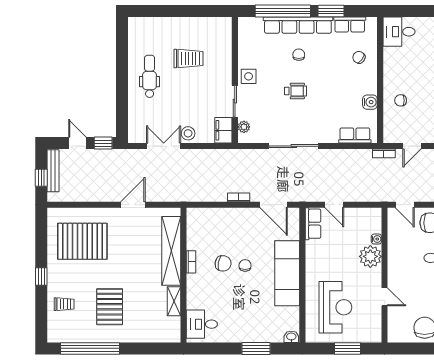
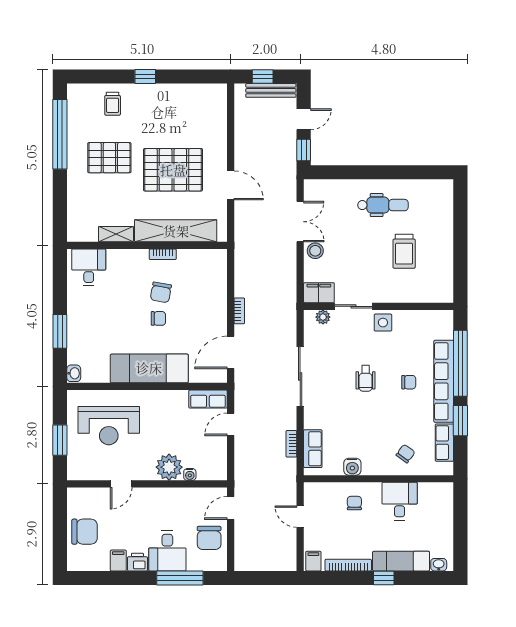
desk: (399, 32) -> (400, 501), moved
bookcase: (384, 153) -> (291, 444), moved
pallet: (82, 241) -> (173, 170), moved, turned 90

